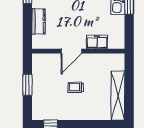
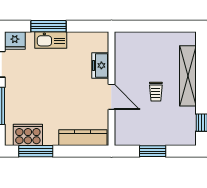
kitchen counter: (38, 21) -> (83, 138), width x1.50
shelving: (118, 96) -> (188, 76), moved, turned 90

